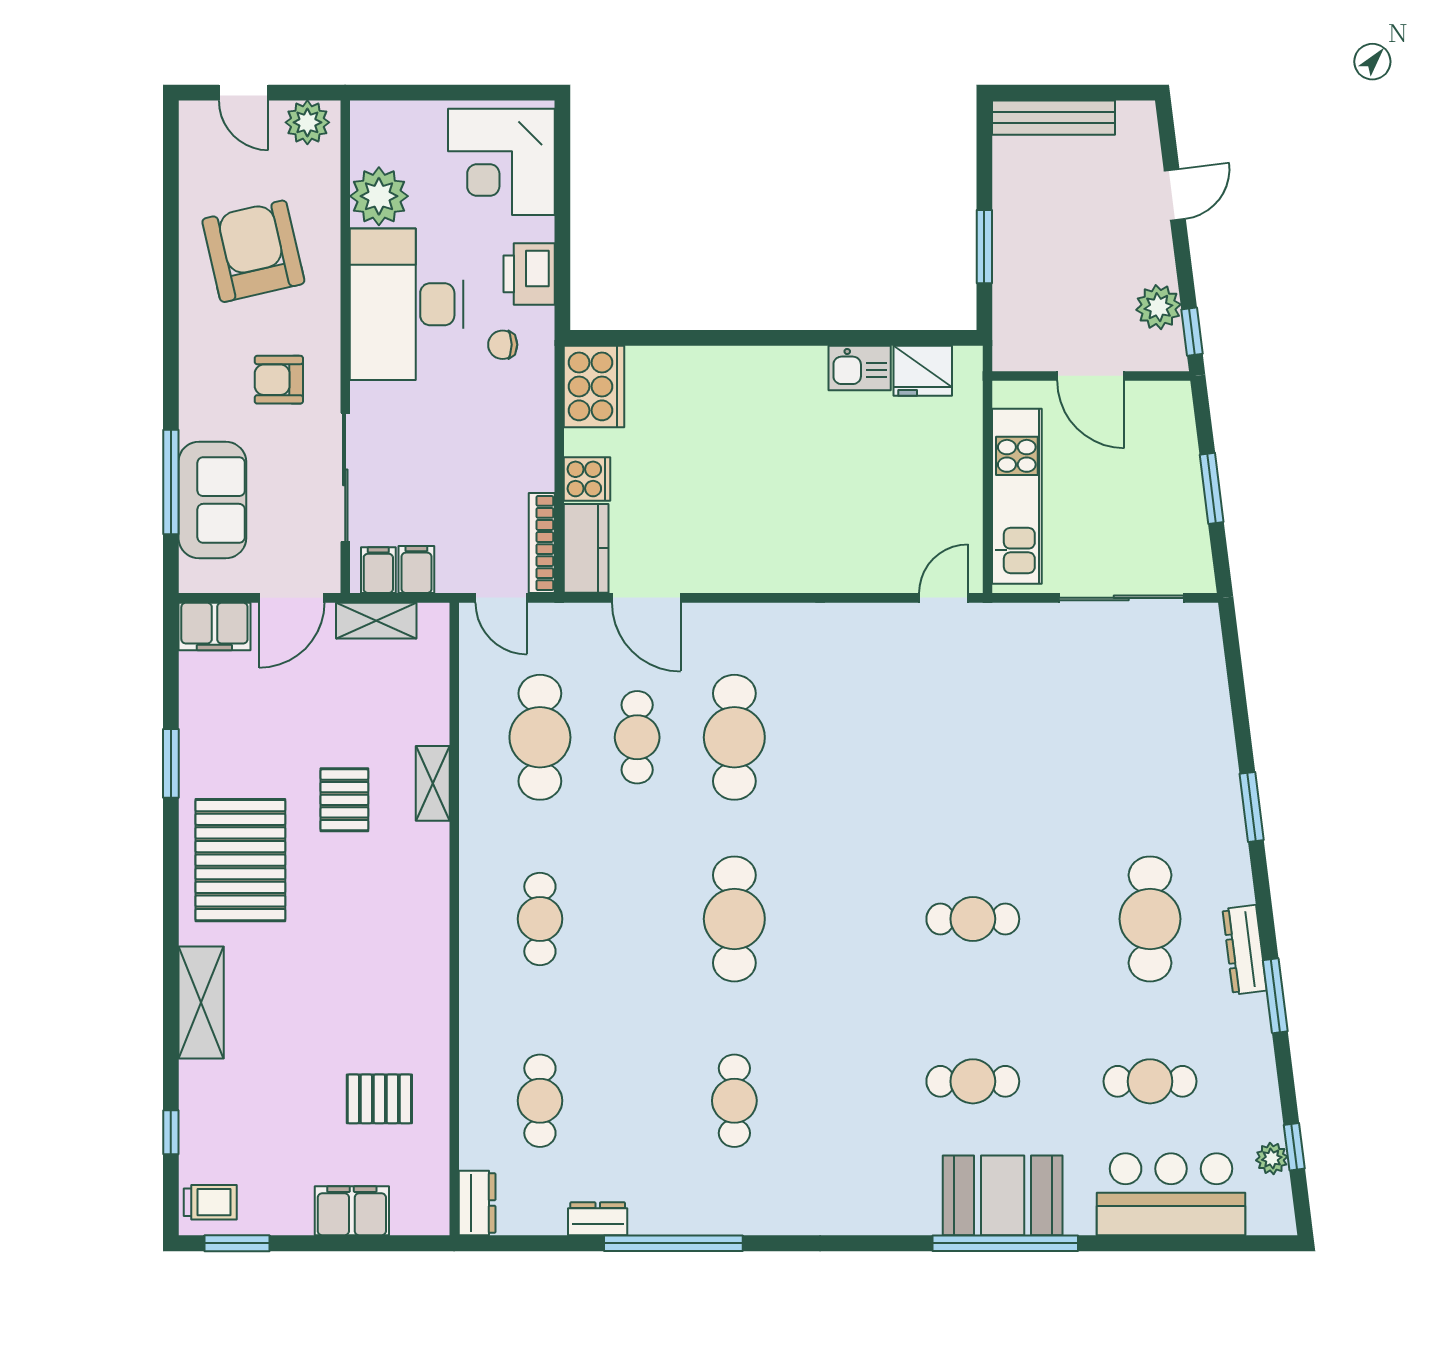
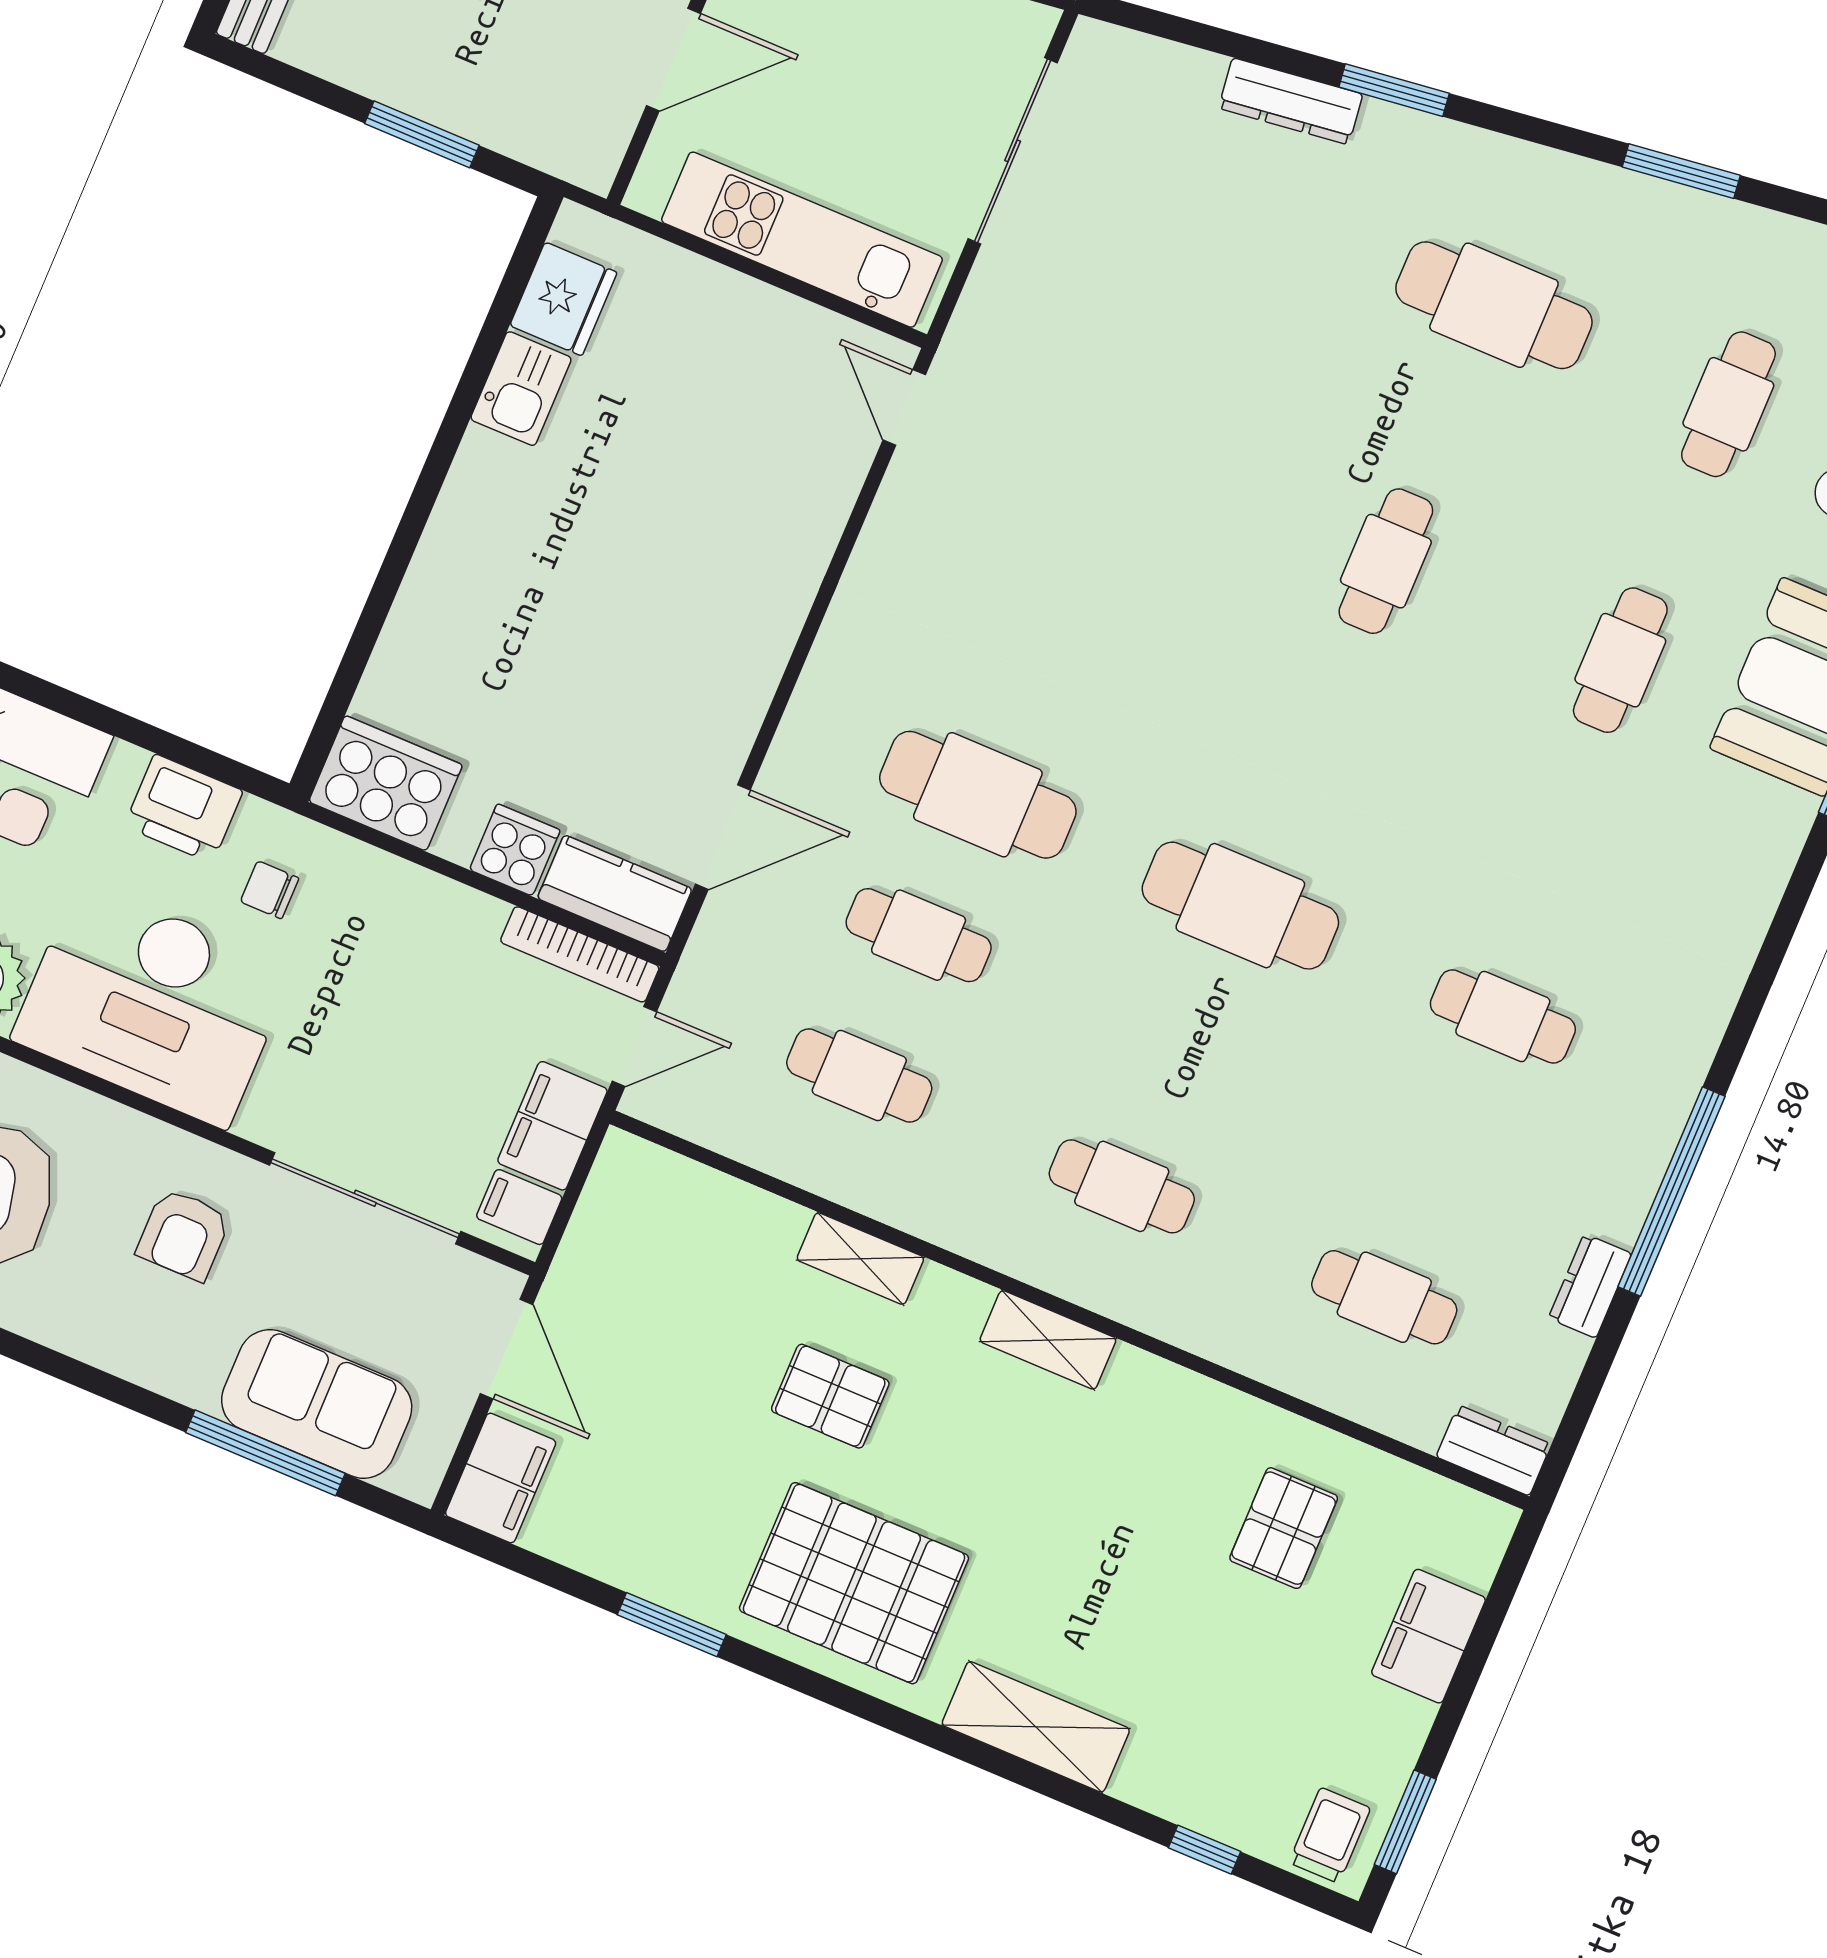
chair: (503, 345) -> (270, 890), turned 90
filing cabinet: (416, 570) -> (552, 1126), width x2.00
shelving: (376, 621) -> (1048, 1340), moved, turned 90
cafe table: (540, 737) -> (859, 1076), width x0.73, depth x0.74
dresser: (1245, 950) -> (1291, 101), moved

